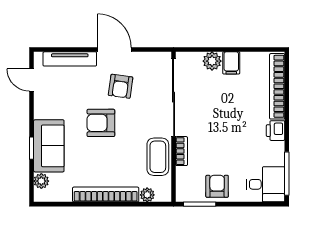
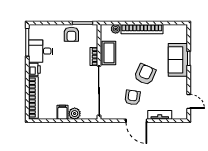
tv unit: (70, 59) -> (160, 115), width x0.71
armchair: (101, 123) -> (145, 74), turned -66
plant: (41, 181) -> (183, 38), removed
desk: (266, 184) -> (41, 51), moved

